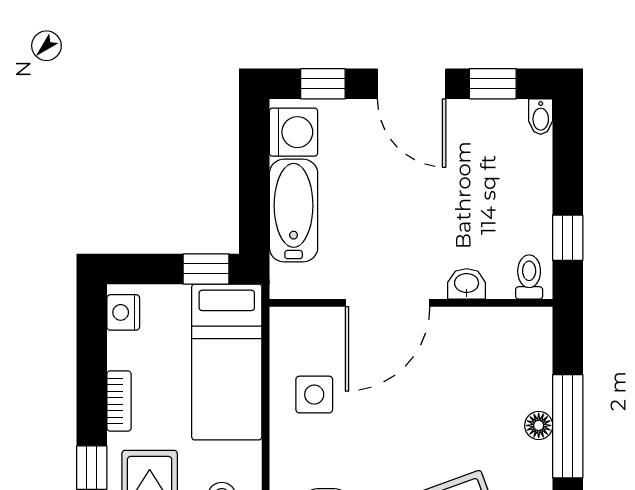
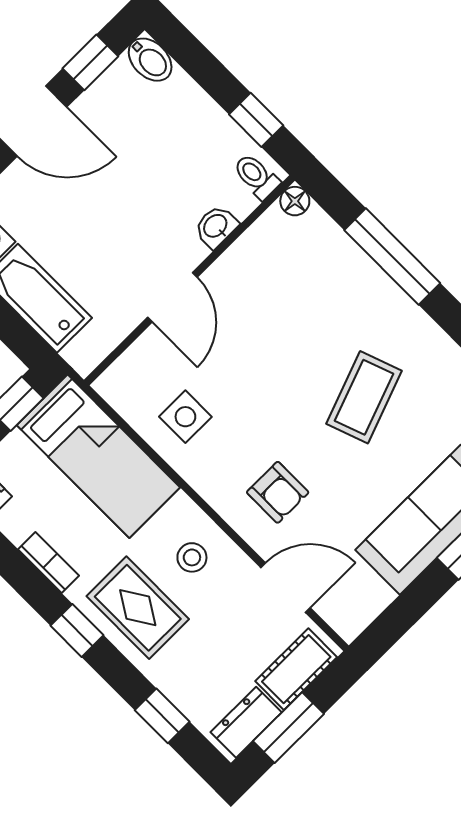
bidet: (541, 117) -> (150, 60), width x1.38, depth x1.36
door: (388, 303) -> (172, 297), width x0.73
floor lamp: (539, 425) -> (295, 201), moved

